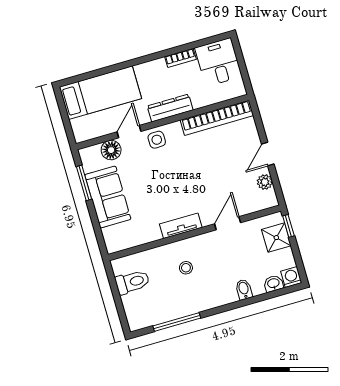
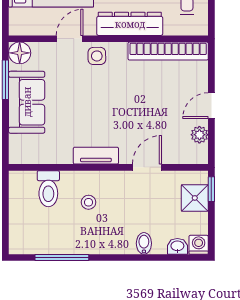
dresser: (170, 108) -> (130, 24), width x1.37, depth x1.24
floor lamp: (111, 150) -> (20, 53), moved
toilet: (132, 282) -> (48, 189), moved, turned 90

